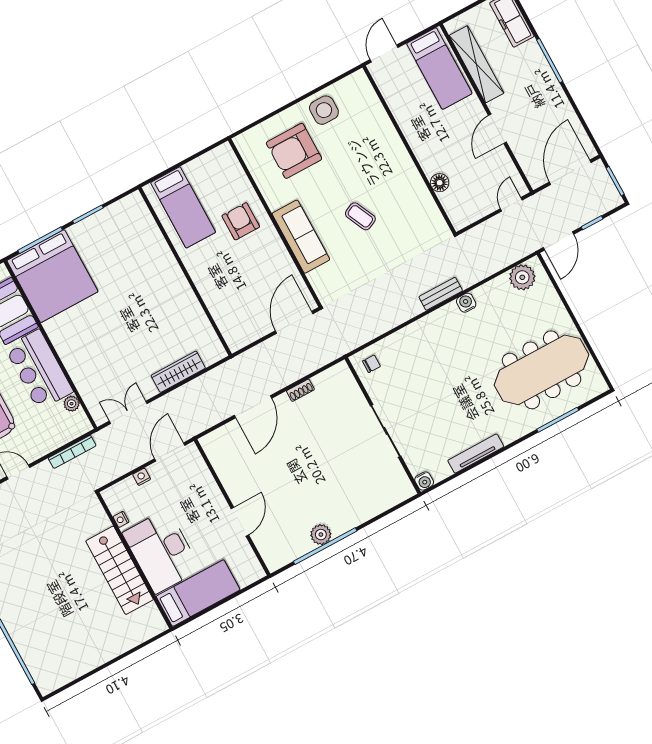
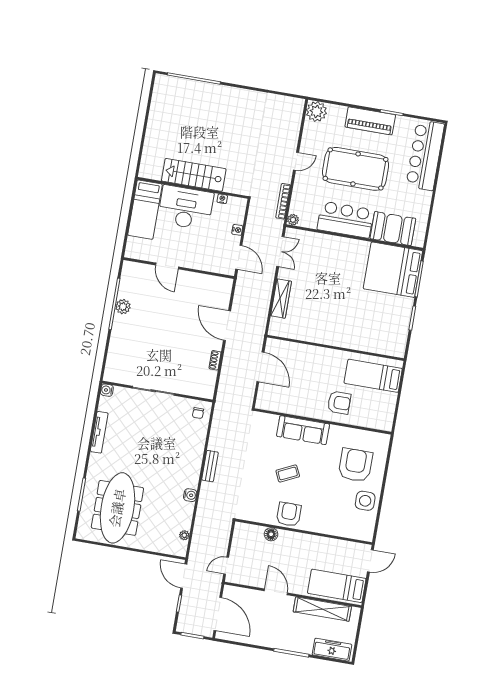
door: (384, 54) -> (370, 561), hinge flipped
armchair: (403, 181) -> (289, 514), added
door: (511, 204) -> (226, 566), swing flipped
plant: (522, 277) -> (184, 535), width x0.53, depth x0.53
bench: (441, 294) -> (210, 466), moved
door: (294, 322) -> (260, 367), moved
plant: (72, 404) -> (293, 220), moved

